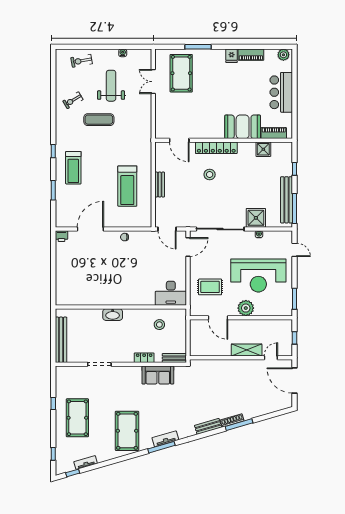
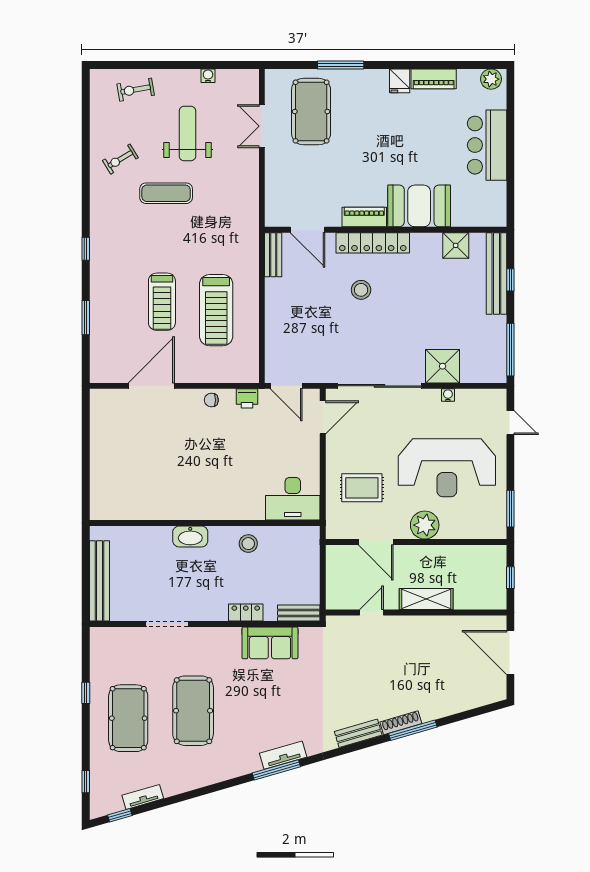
piano: (274, 133) -> (364, 217), moved
treadmill: (73, 168) -> (162, 302), moved
bench: (160, 185) -> (273, 255), moved
bench: (287, 200) -> (496, 273), moved
printer: (61, 236) -> (247, 398), moved
stool: (159, 325) -> (248, 544), moved
door: (271, 358) -> (372, 613), moved
pool table: (127, 431) -> (193, 711), moved

